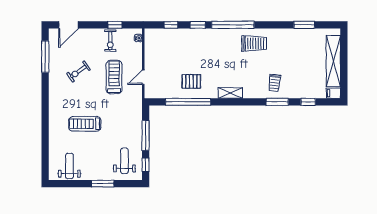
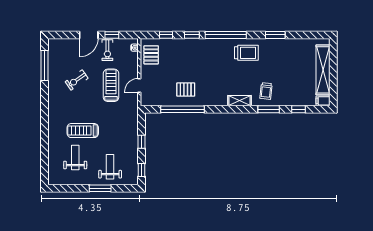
door: (68, 25) -> (89, 35), moved
window: (304, 25) -> (275, 35), moved
pallet: (156, 46) -> (151, 55), added
shelving: (230, 93) -> (240, 101), moved
window: (146, 135) -> (141, 142), width x0.46
weight bench: (124, 161) -> (110, 167), moved
weight bench: (69, 166) -> (75, 158), moved

